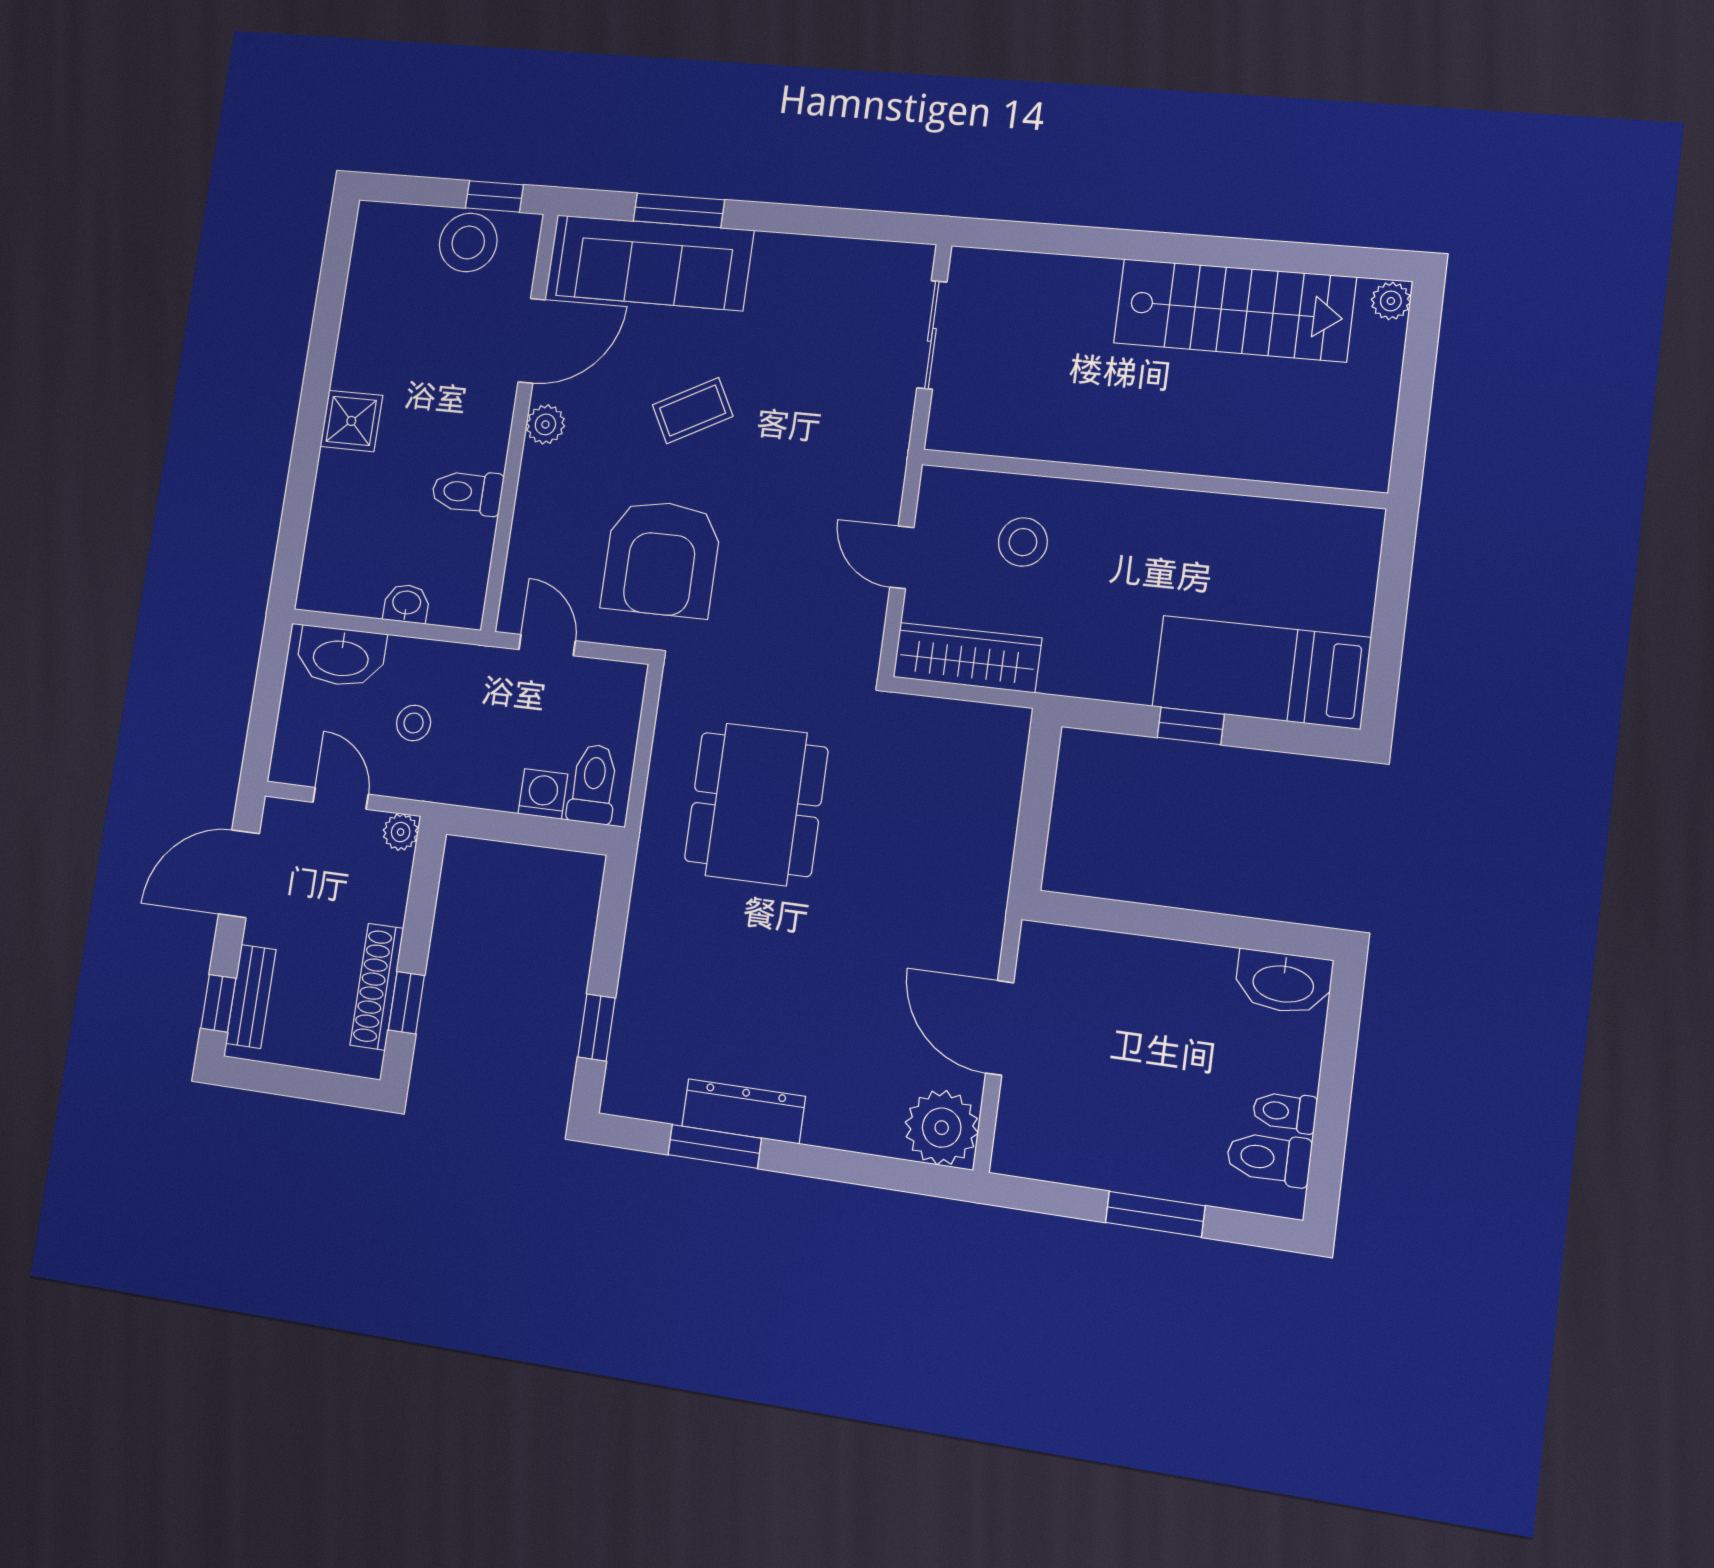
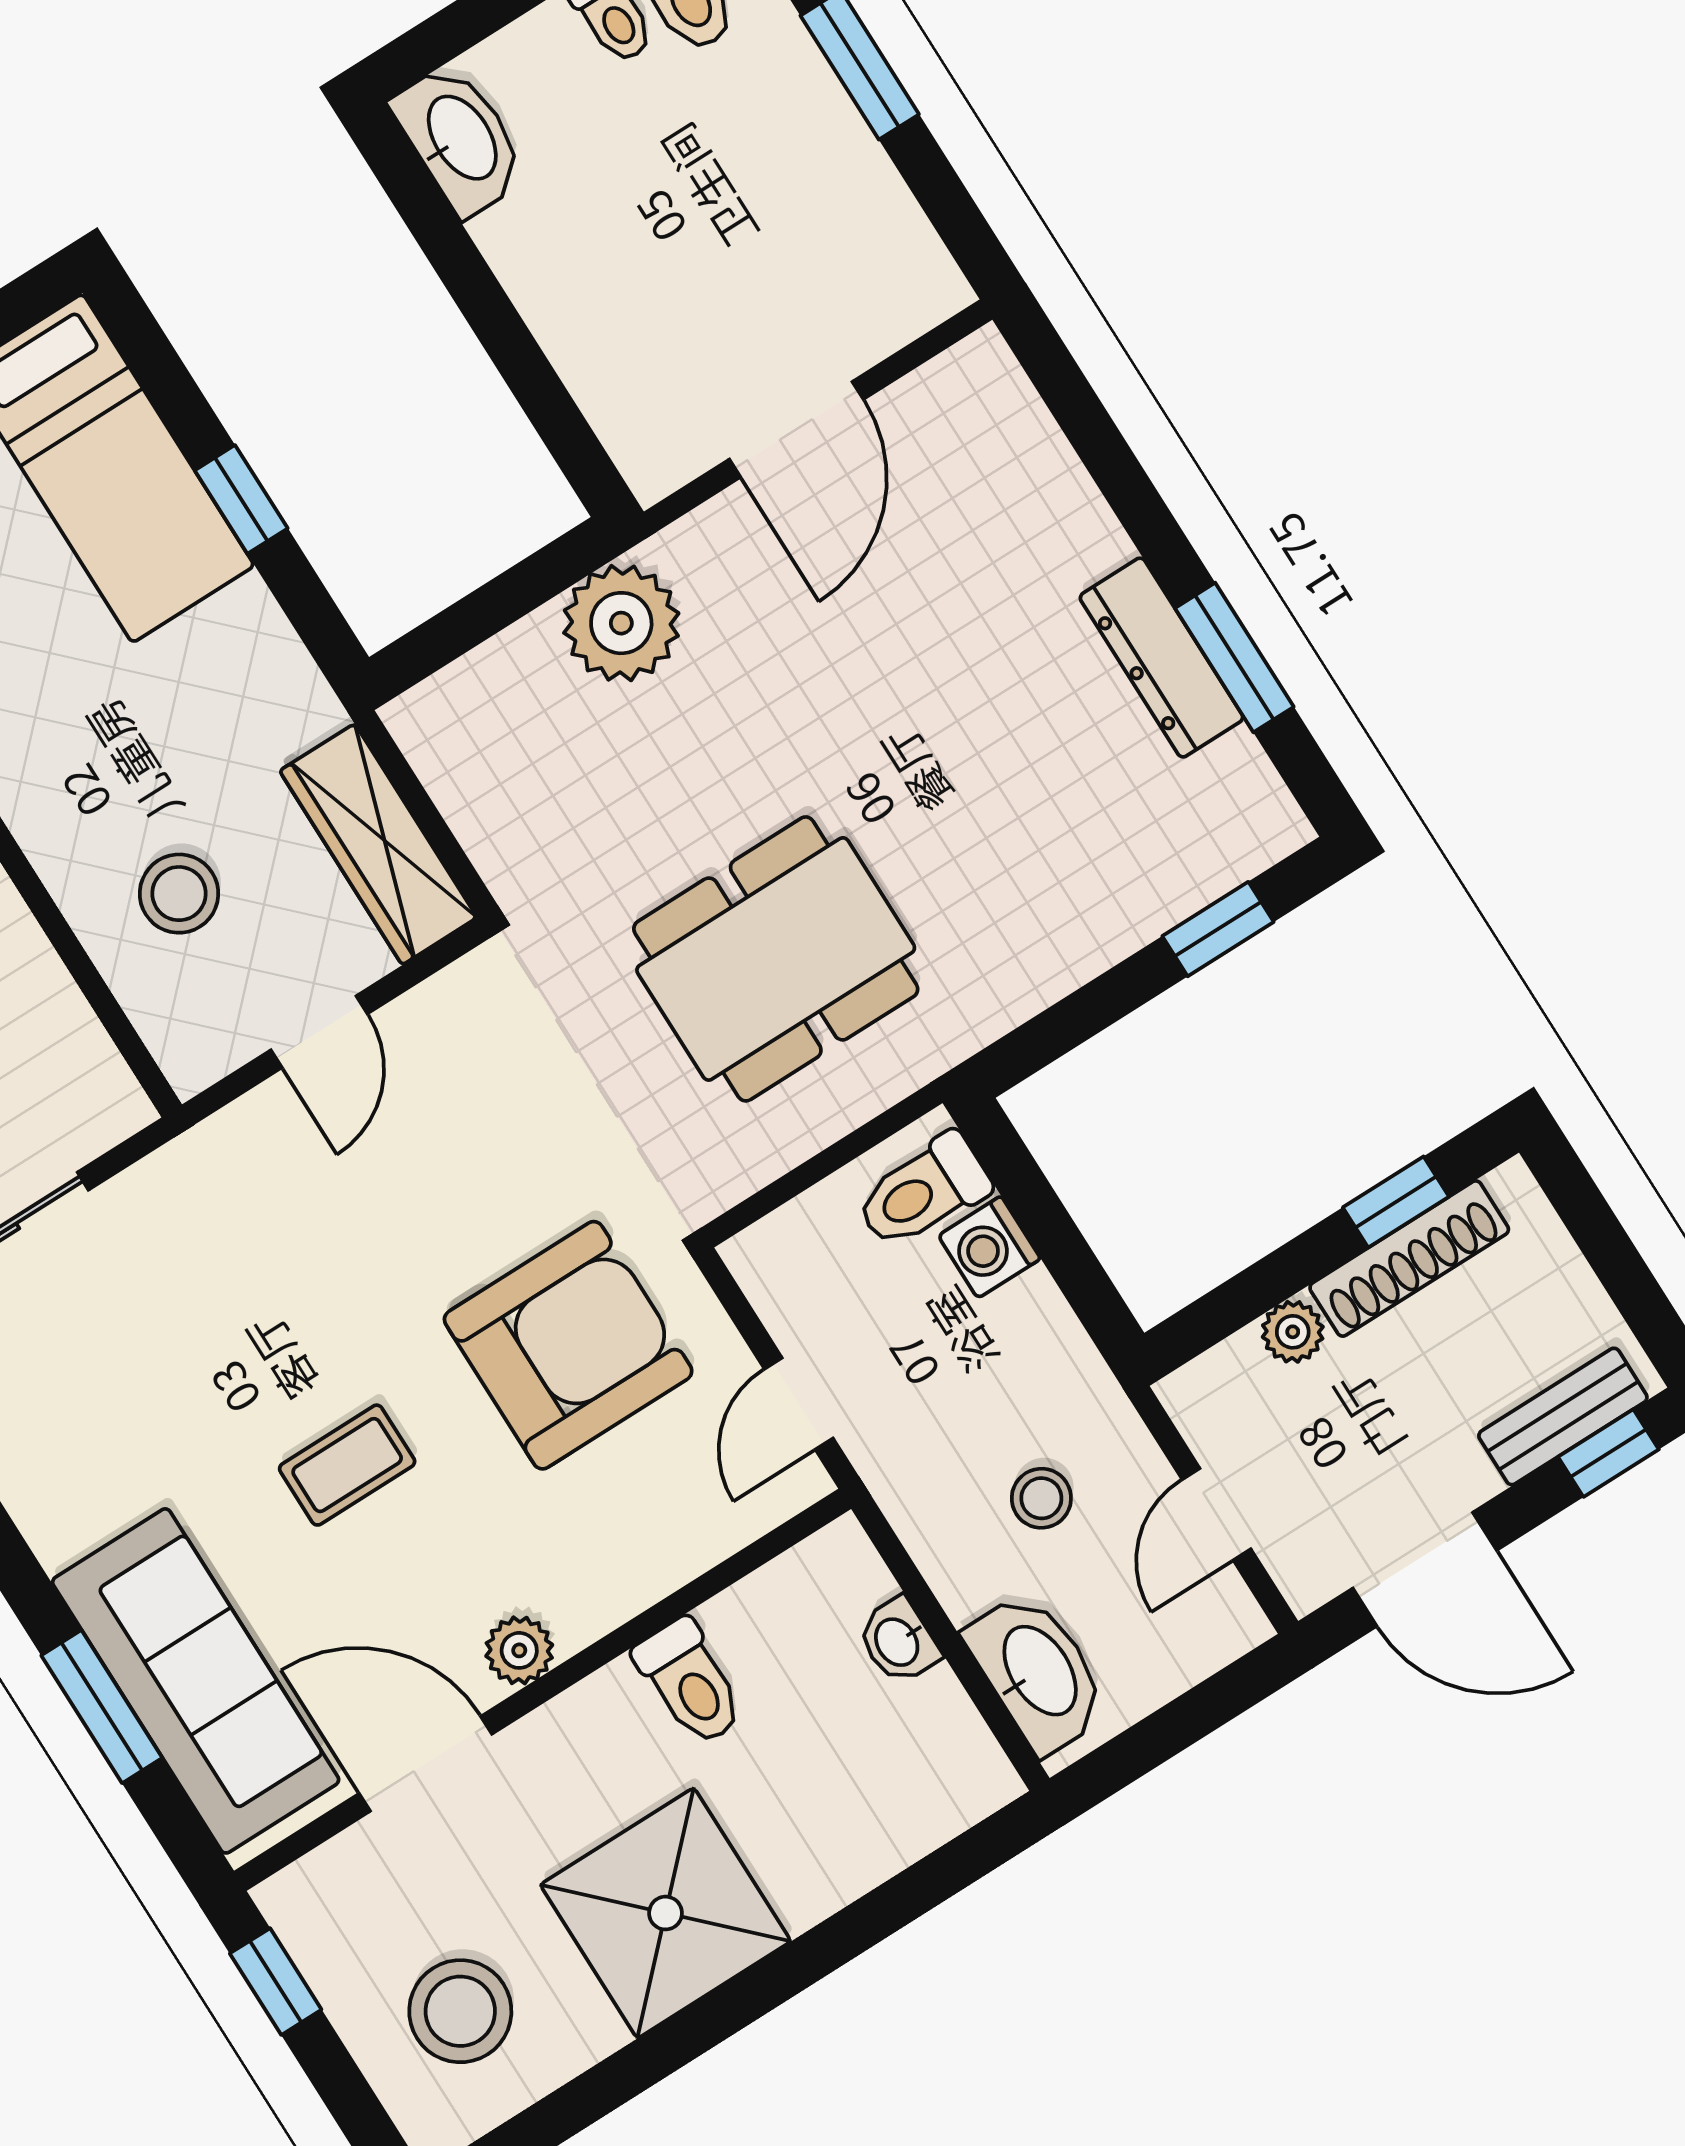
stool: (468, 242) -> (460, 2011), moved
coffee table: (693, 411) -> (347, 1465), turned -62
shower: (351, 421) -> (666, 1913), width x1.86, depth x1.86
plant: (401, 832) -> (1293, 1332), moved
plant: (942, 1128) -> (621, 623), moved

